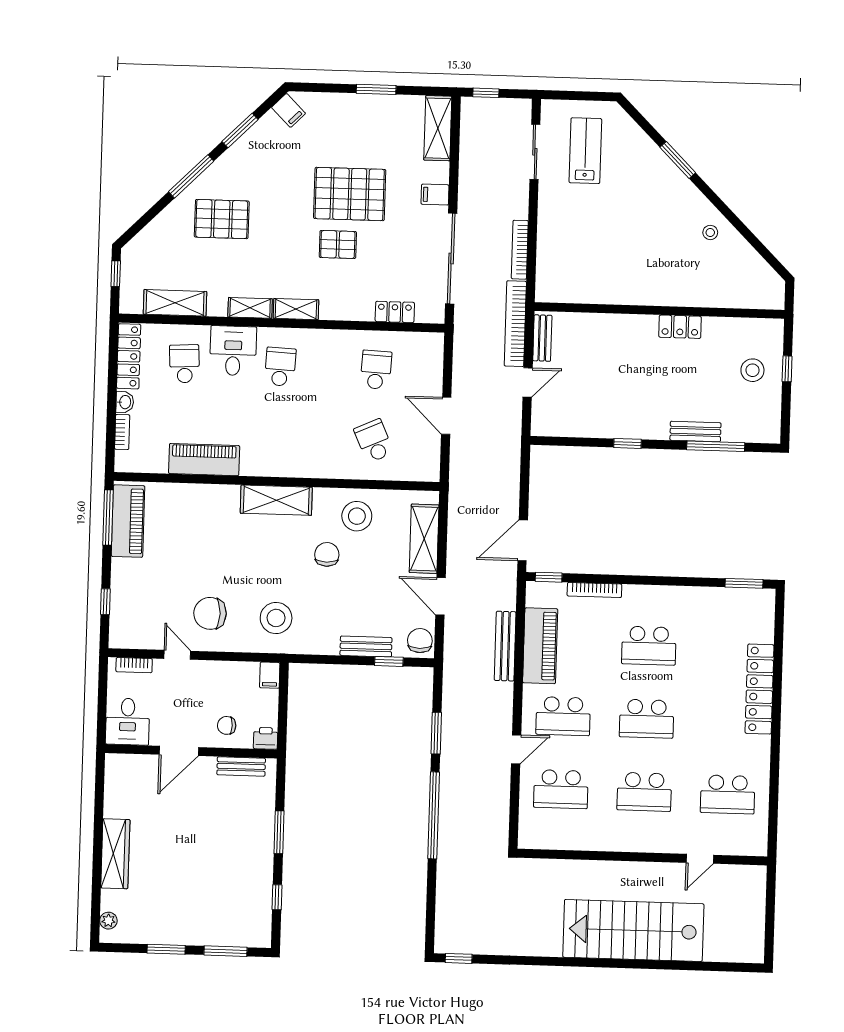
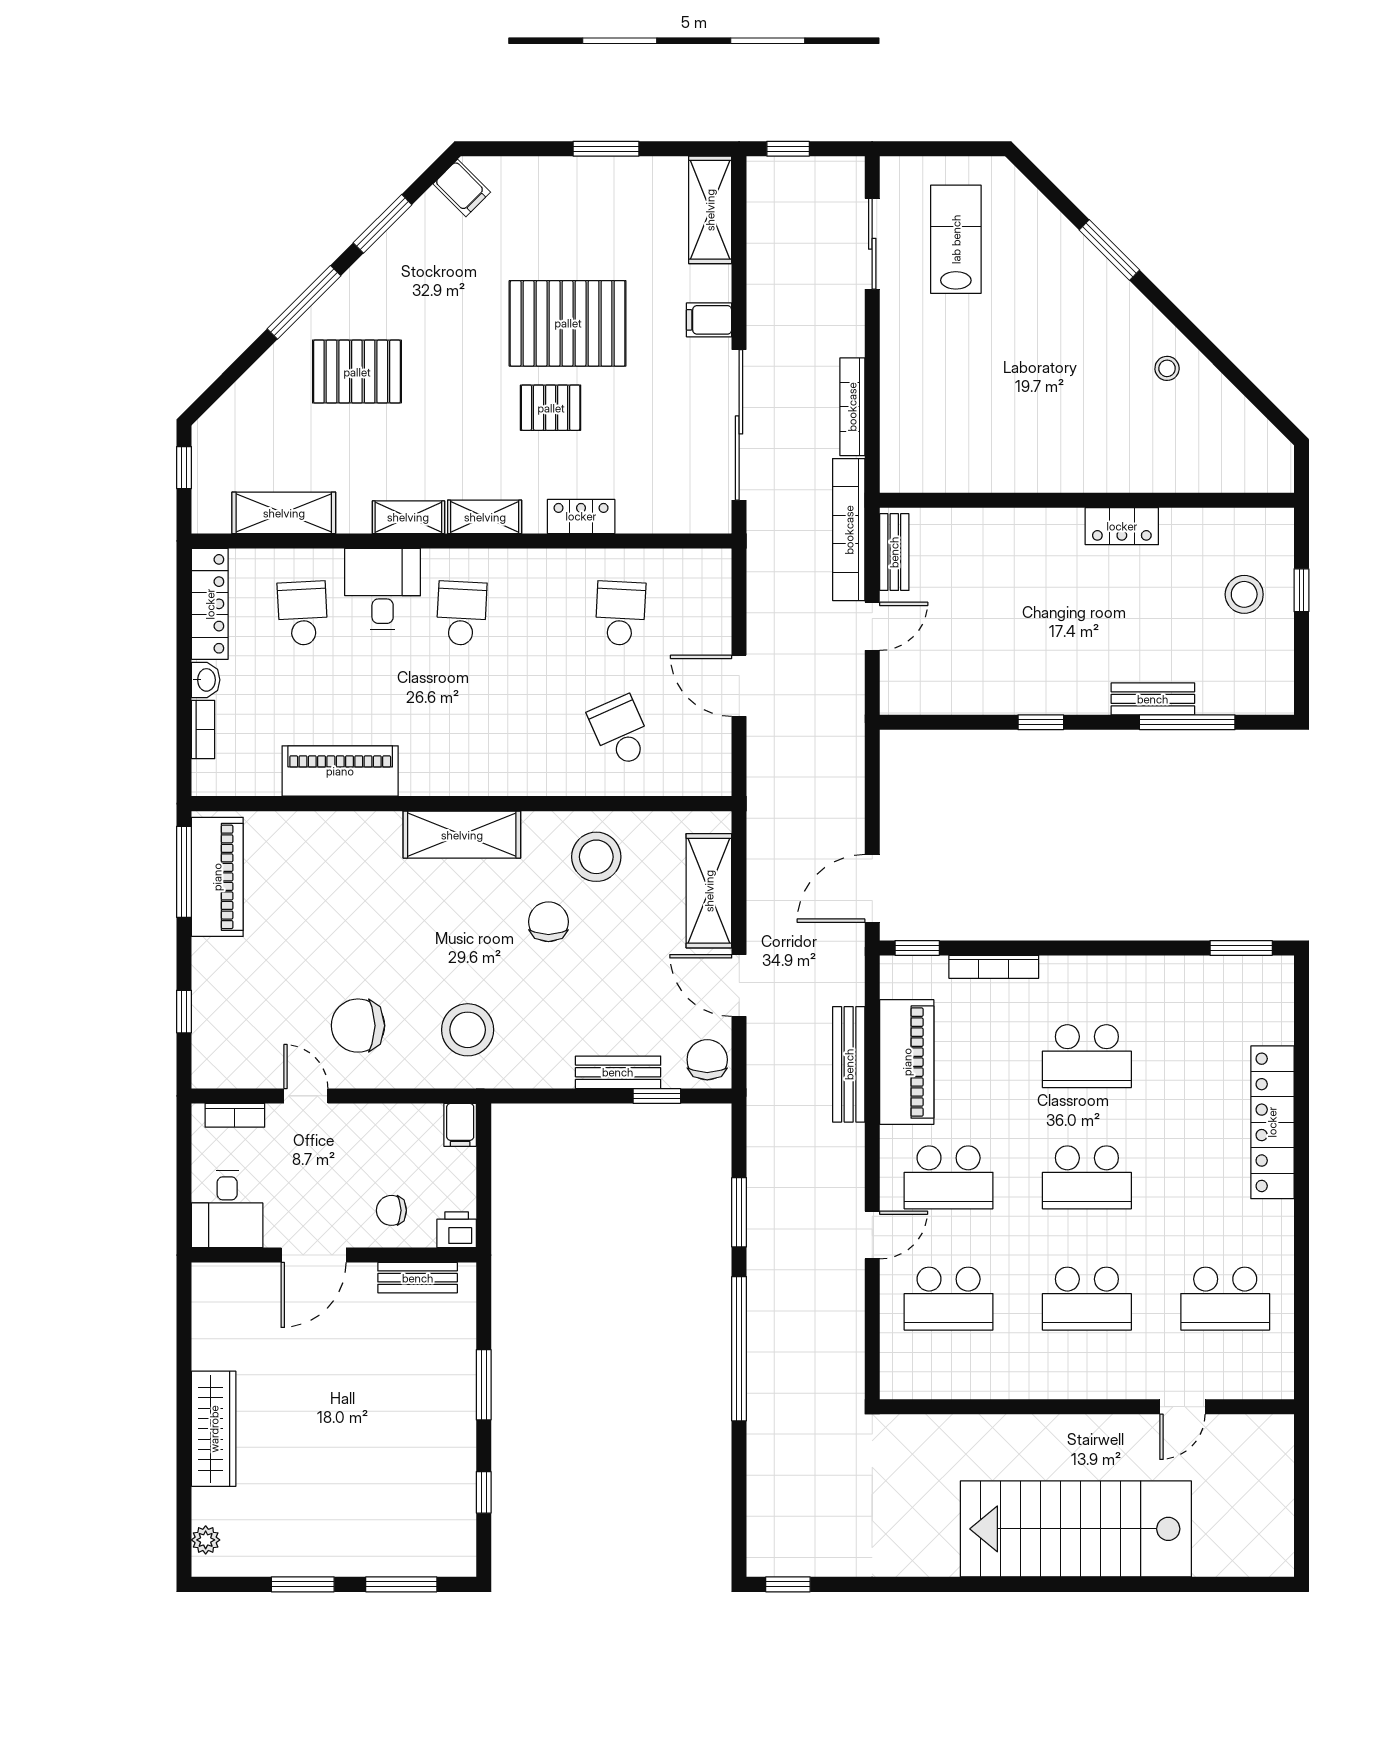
locker: (395, 312) -> (581, 516), moved

